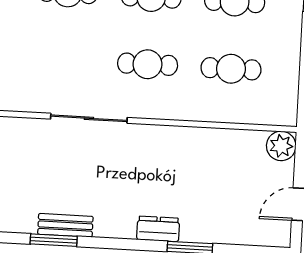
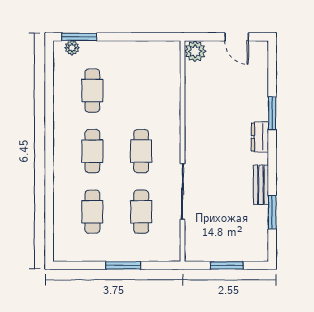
cafe table: (231, 69) -> (141, 212), moved
bench: (65, 225) -> (261, 185), moved

